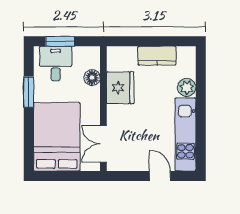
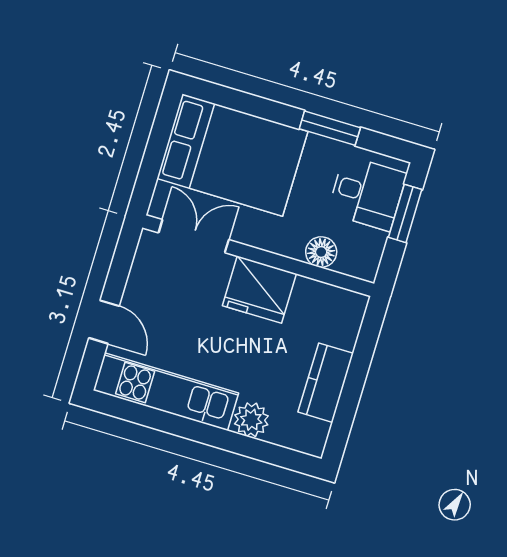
fridge: (120, 88) -> (259, 290), moved
door: (160, 176) -> (104, 322), hinge flipped

